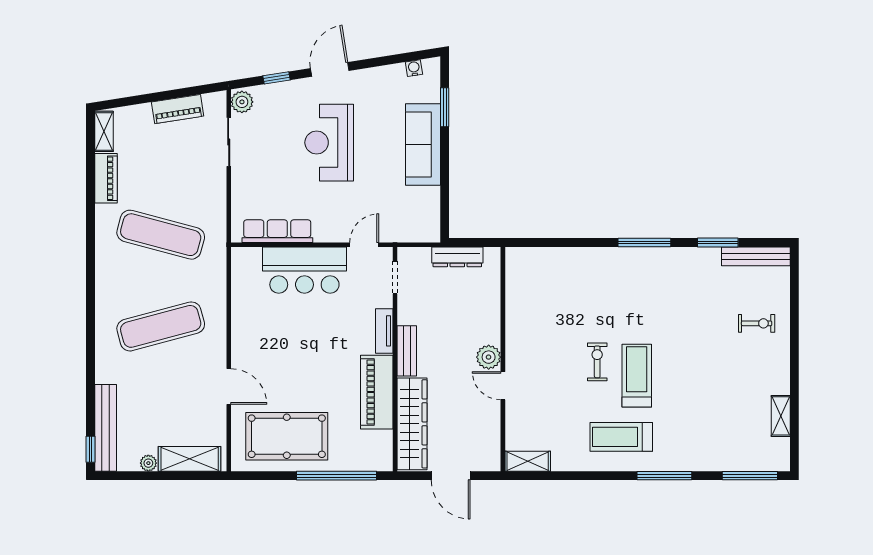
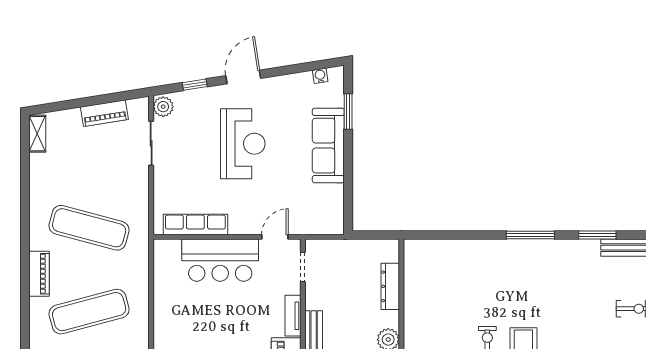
reception desk: (329, 143) -> (243, 144), turned 180
piano: (106, 178) -> (39, 274), moved
dresser: (457, 257) -> (390, 286), moved, turned 90

